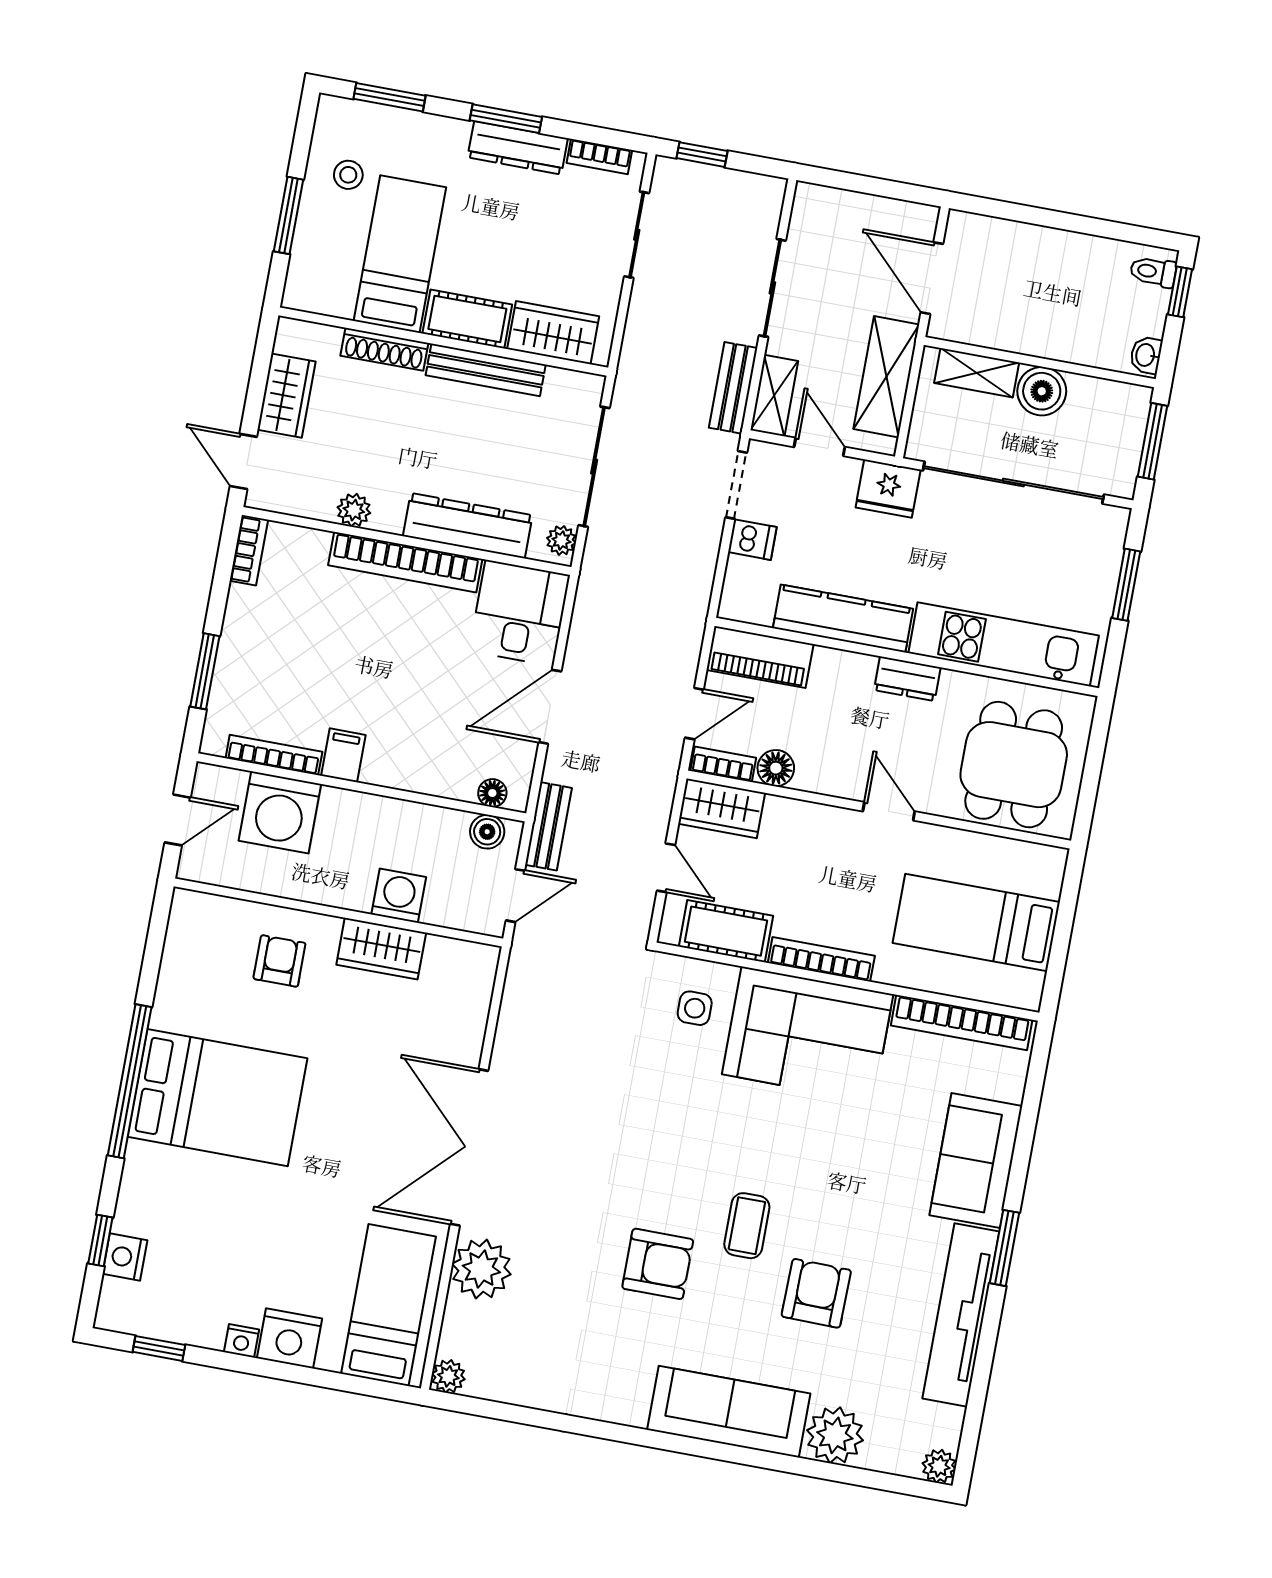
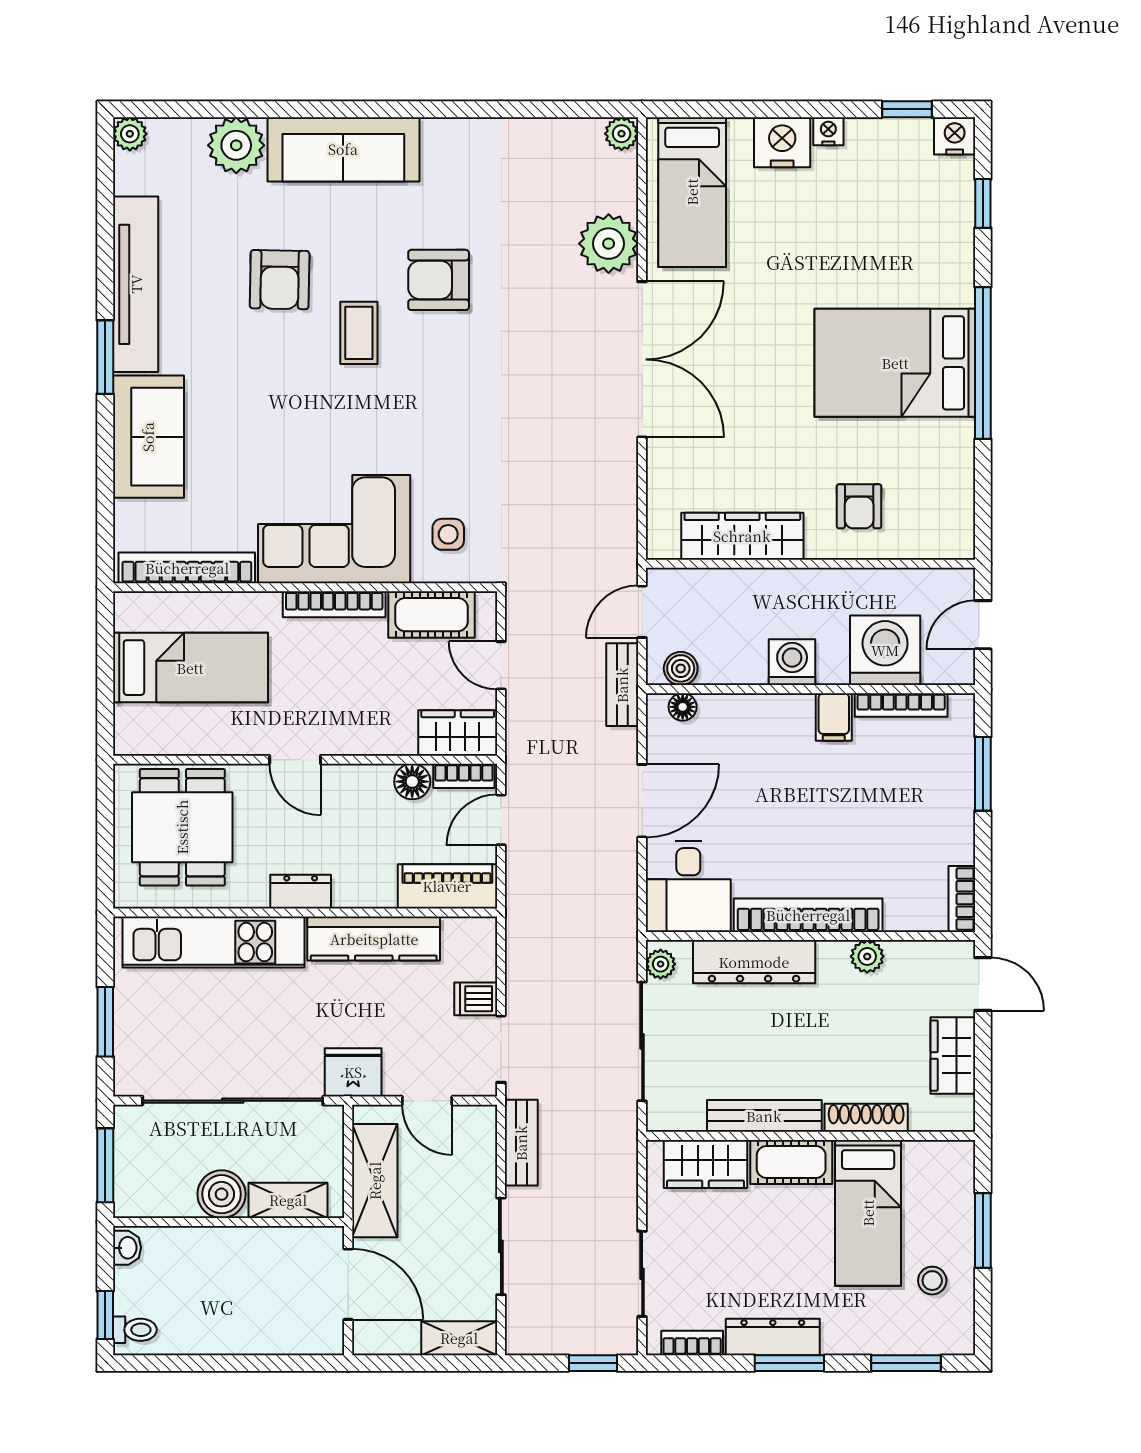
shelving: (774, 396) -> (459, 1338), moved, turned 90
washing machine: (399, 896) -> (792, 662), moved, turned 180
wardrobe: (381, 949) -> (742, 536), width x1.50
nightstand: (125, 1257) -> (955, 136), moved, turned -90

